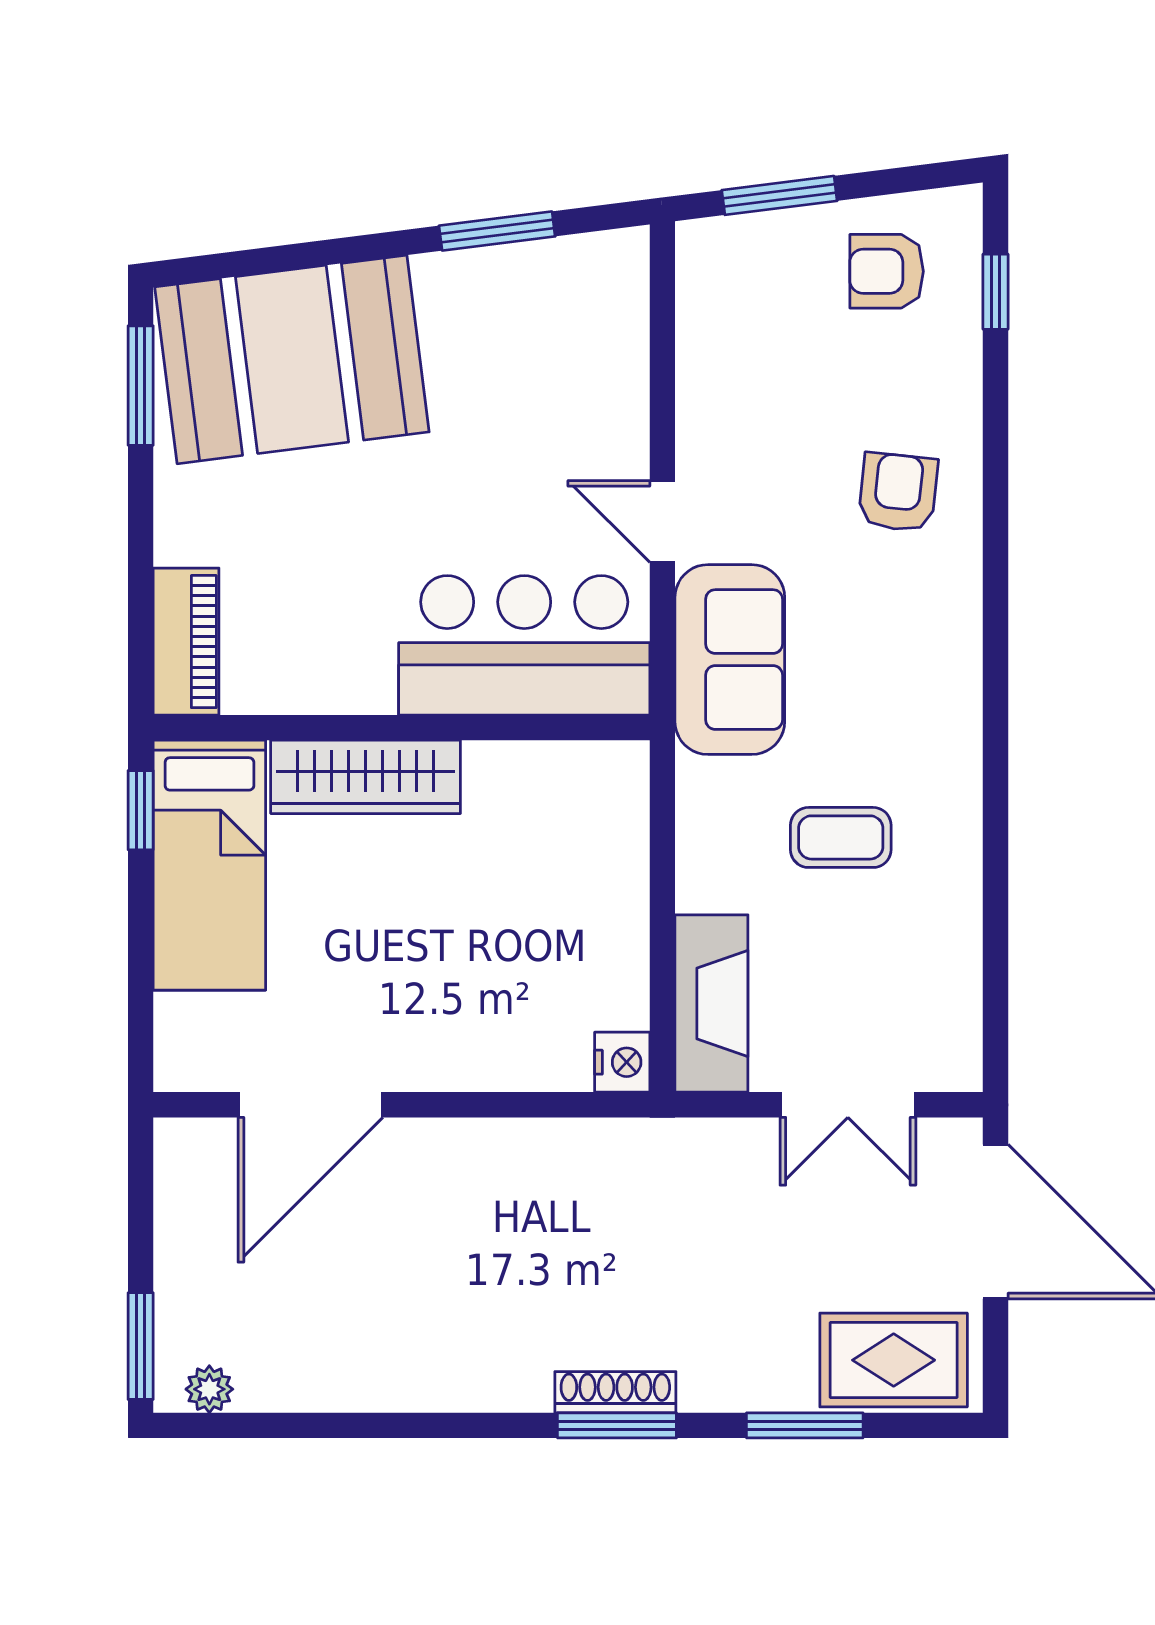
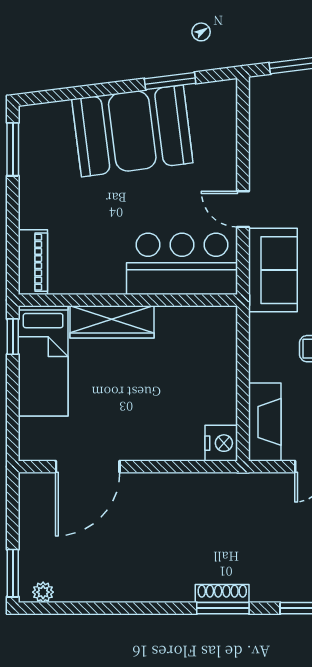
booth: (292, 359) -> (132, 131), moved
nightstand: (622, 1062) -> (221, 443), width x1.36, depth x1.33

